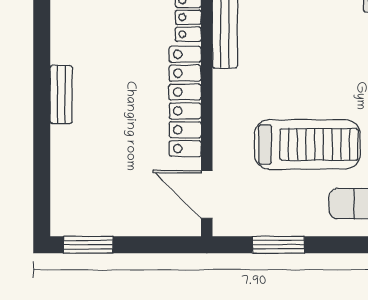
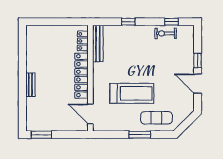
bench: (61, 95) -> (30, 85), moved
window: (278, 245) -> (140, 135), moved

